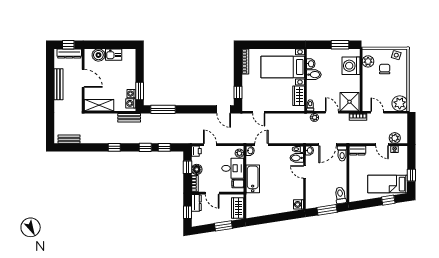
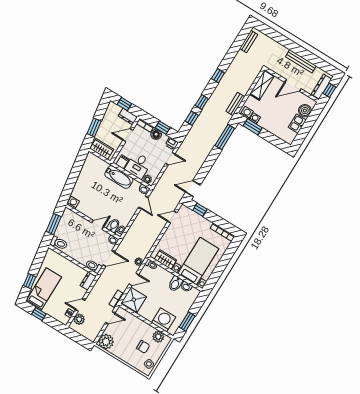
door: (327, 145) -> (109, 259), swing flipped

